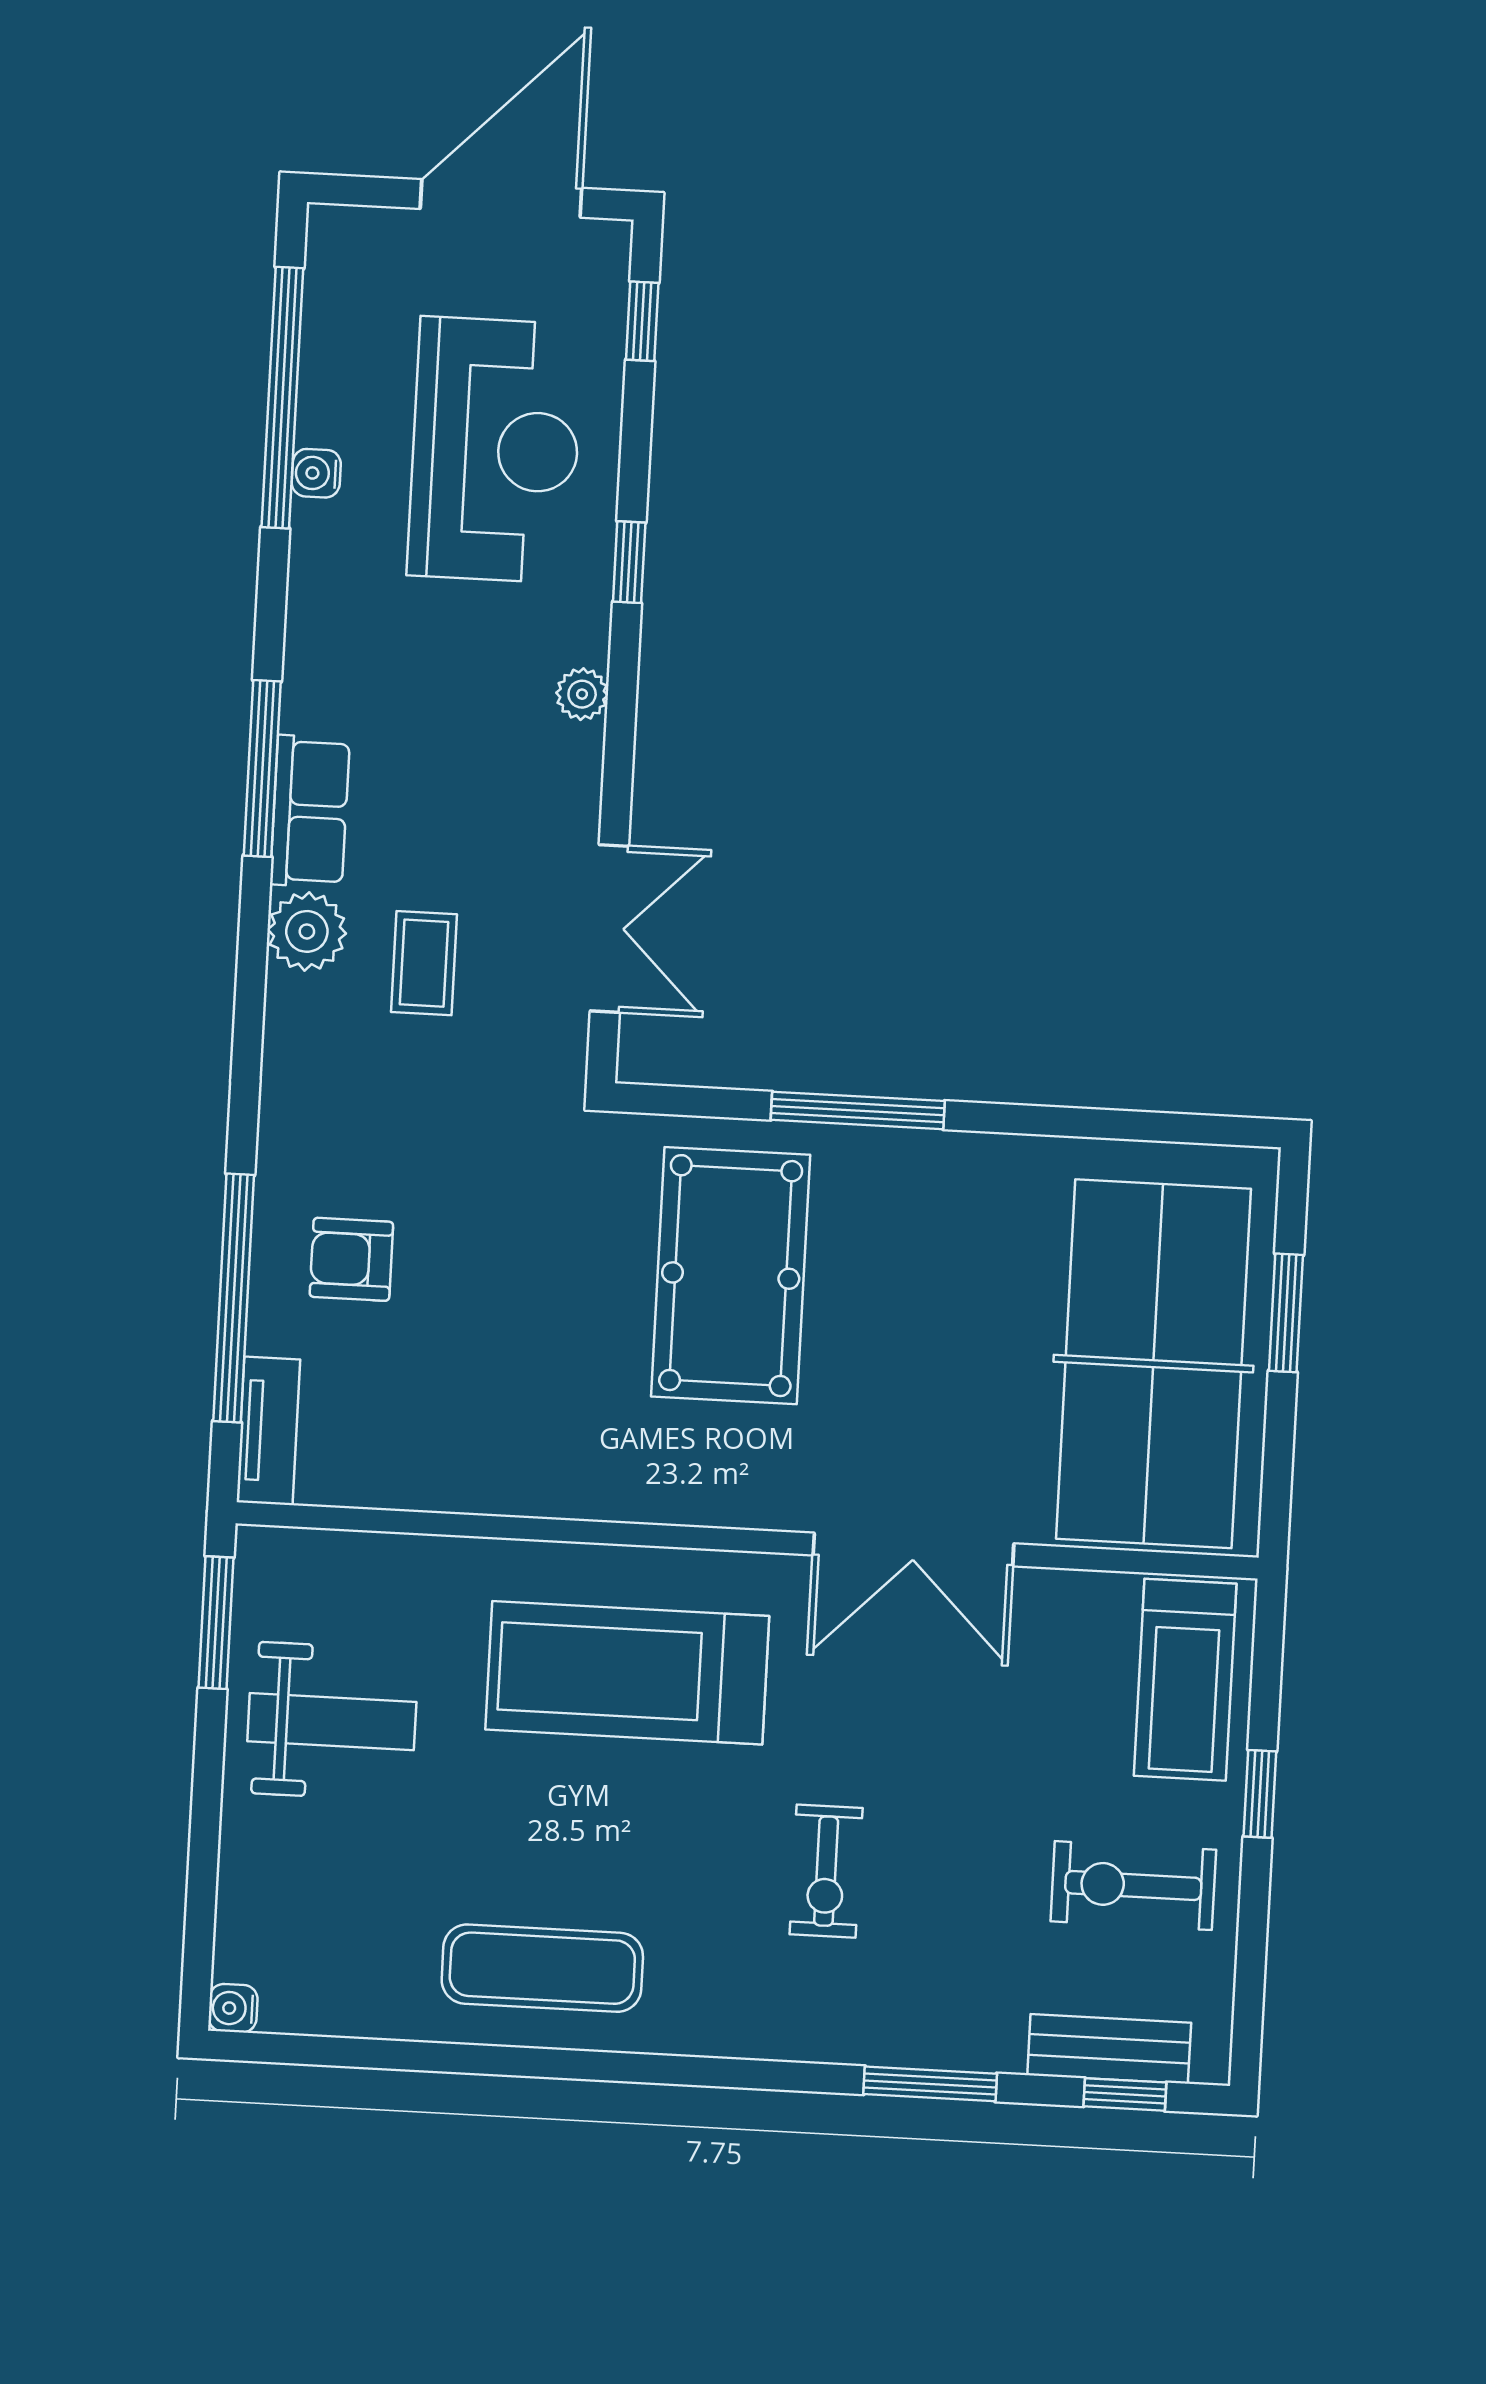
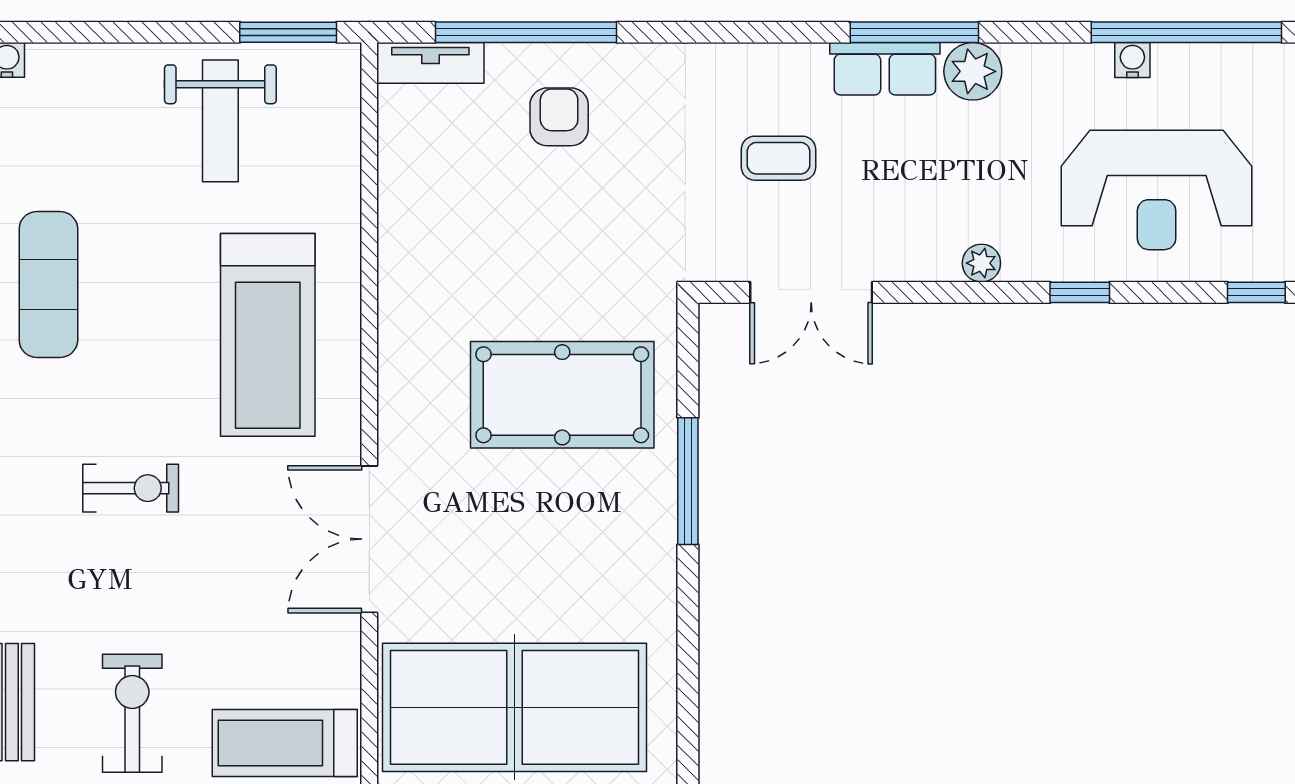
plant: (307, 931) -> (973, 71), moved
treadmill: (627, 1673) -> (268, 335), turned 180
exercise bike: (826, 1871) -> (131, 488), turned 180

